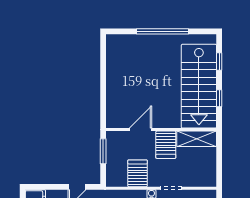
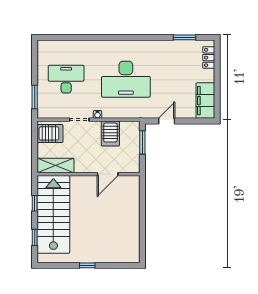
window: (162, 31) -> (87, 265), width x0.32
server rack: (166, 145) -> (50, 133), moved, turned 90
window: (103, 151) -> (142, 142), moved

